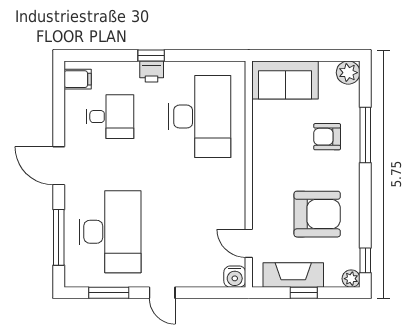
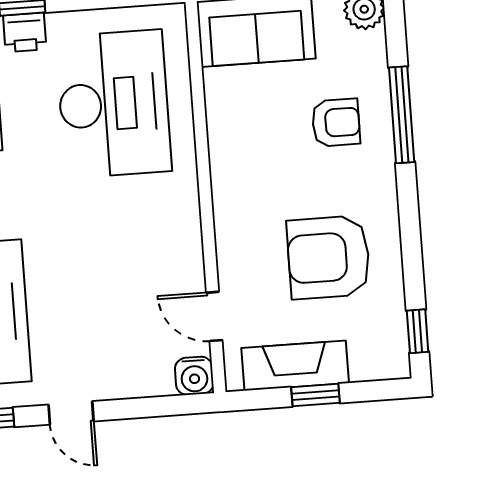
armchair: (327, 137) -> (336, 123), turned 180
armchair: (317, 214) -> (329, 257), turned 180
plant: (351, 279) -> (395, 364), removed

